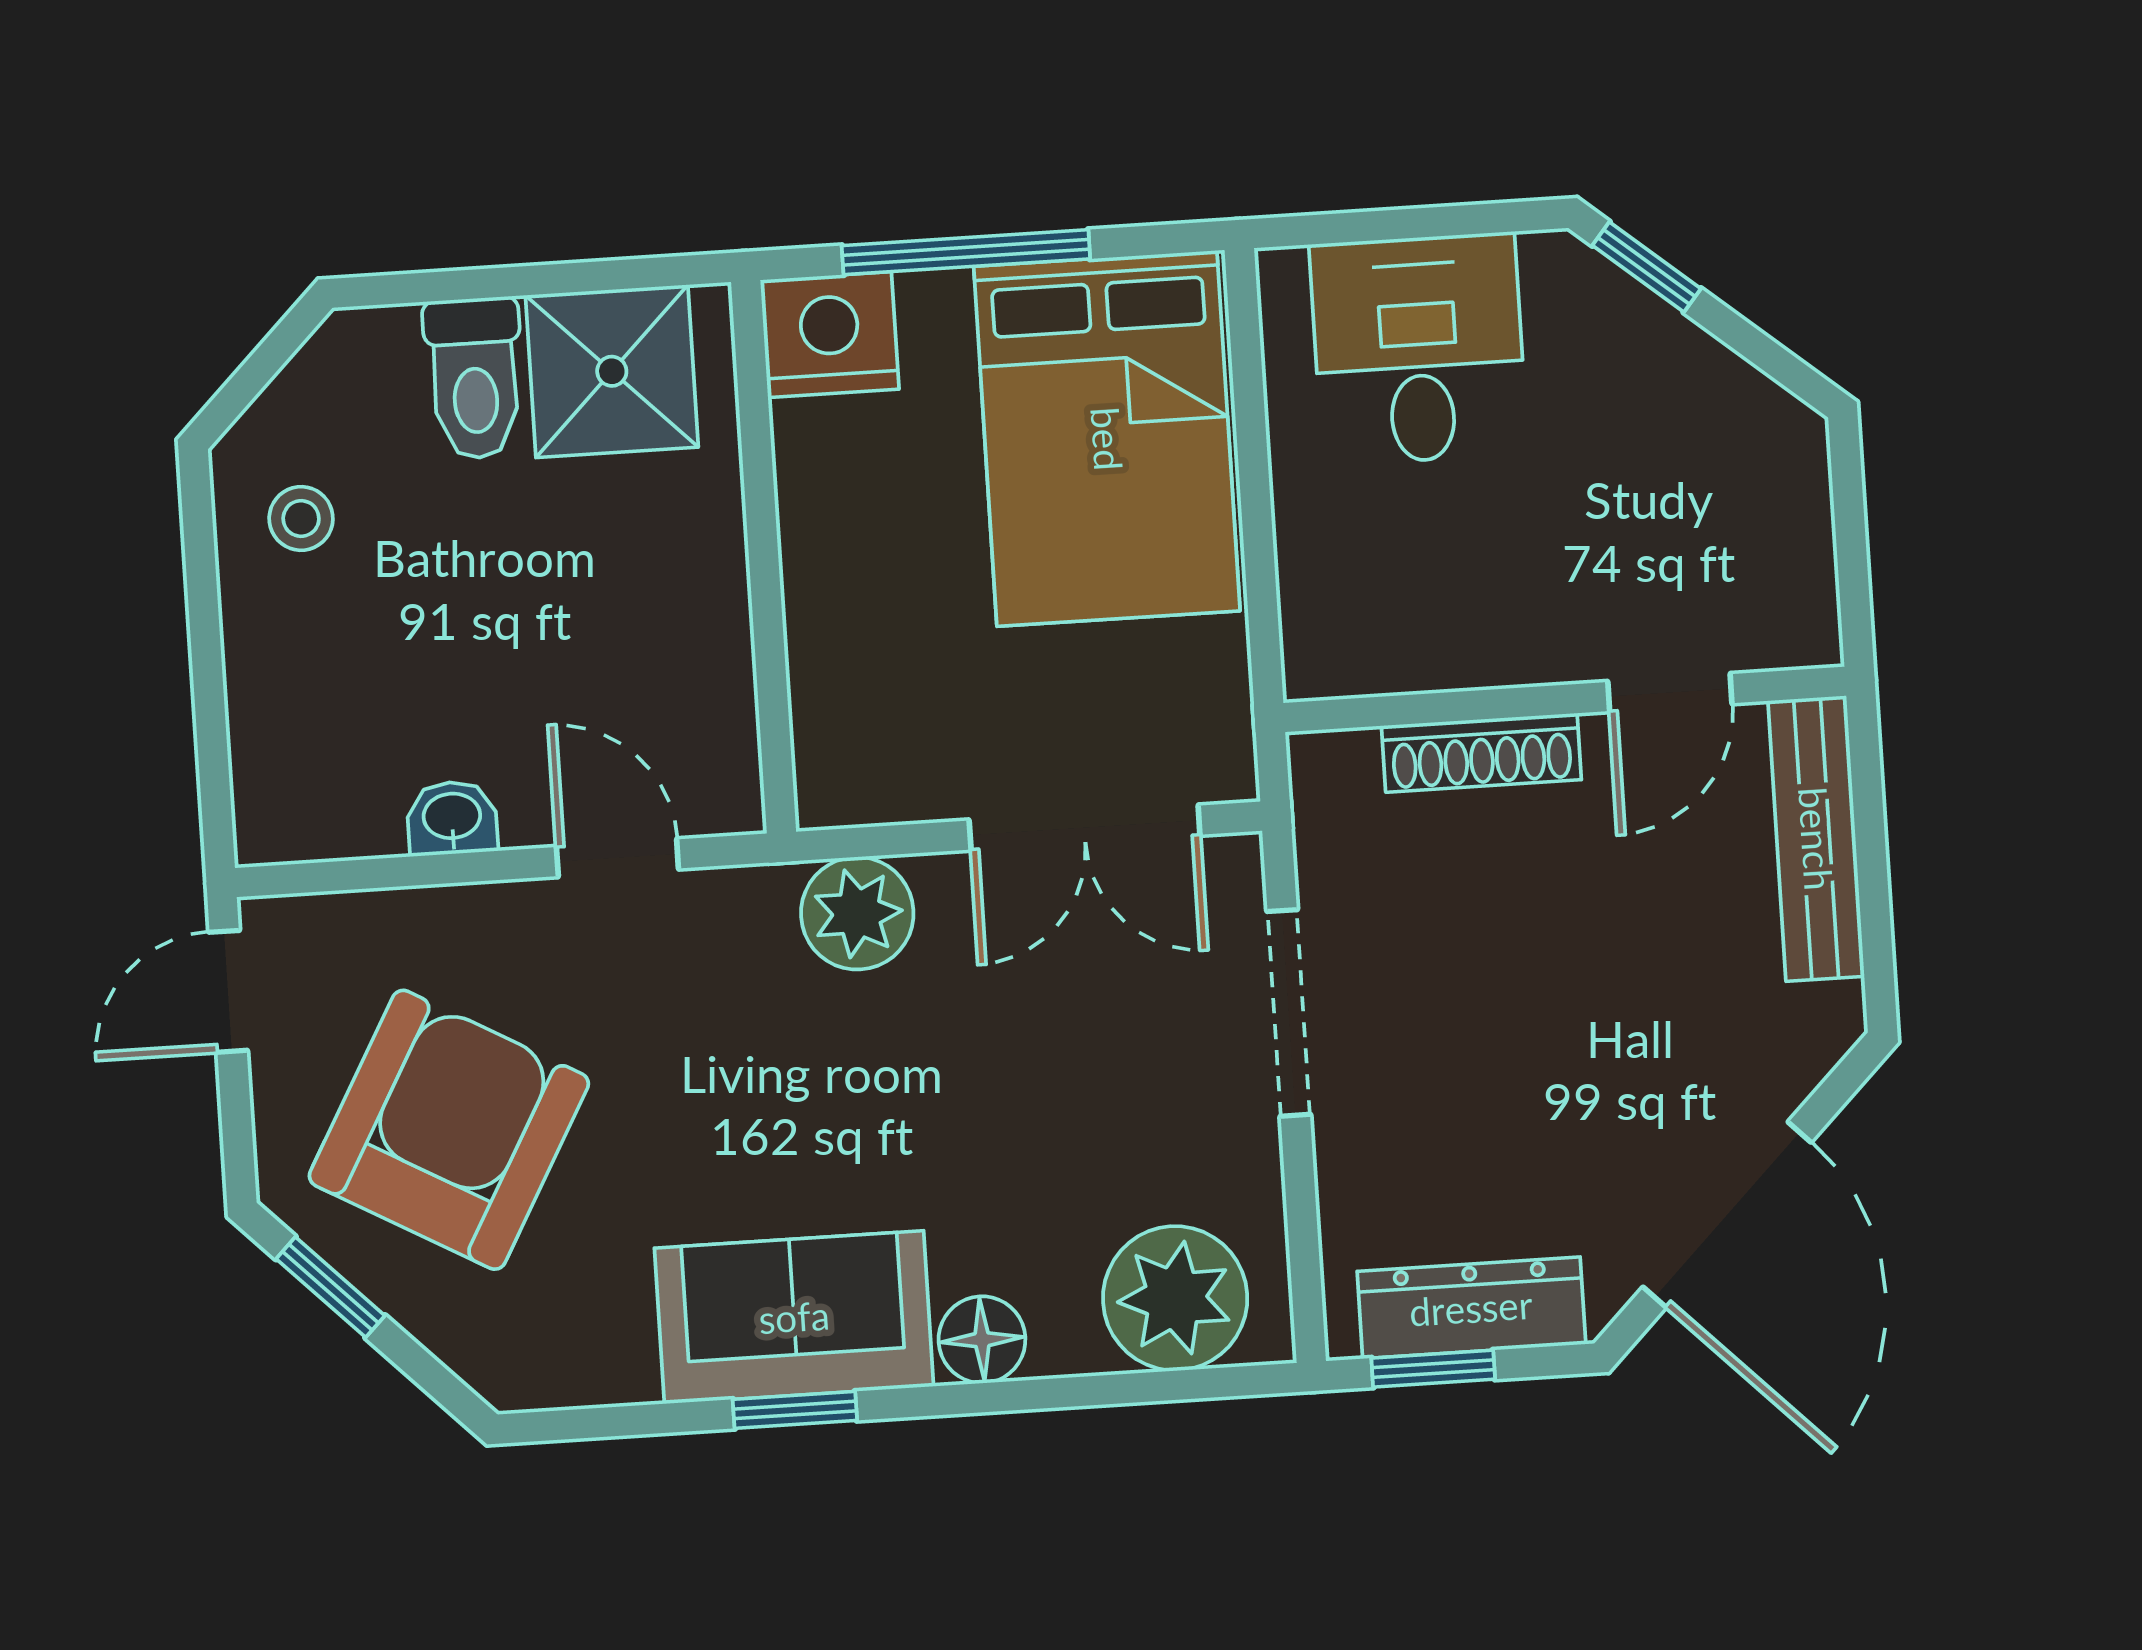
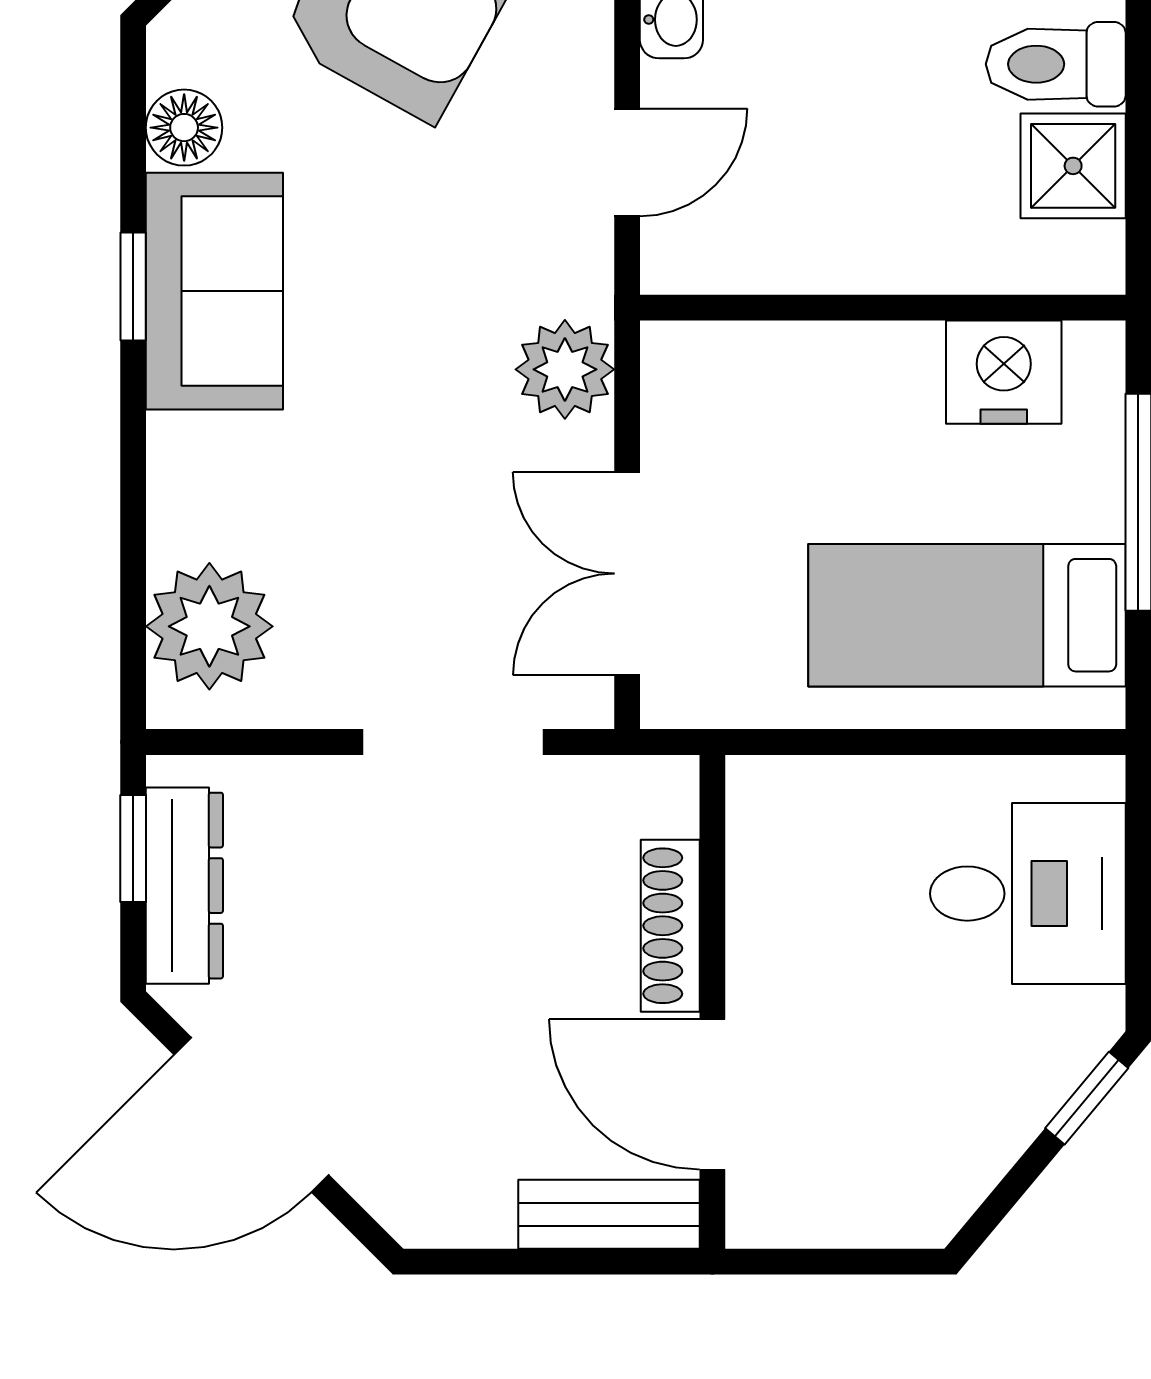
nightstand: (830, 335) -> (1004, 372), moved, turned -90
shower: (612, 371) -> (1073, 166), width x0.73, depth x0.73
bed: (1107, 439) -> (967, 615), width x0.67
door: (1670, 693) -> (712, 1094), width x1.37
bench: (1816, 839) -> (609, 1214), width x0.73
floor lamp: (982, 1340) -> (184, 128), moved

